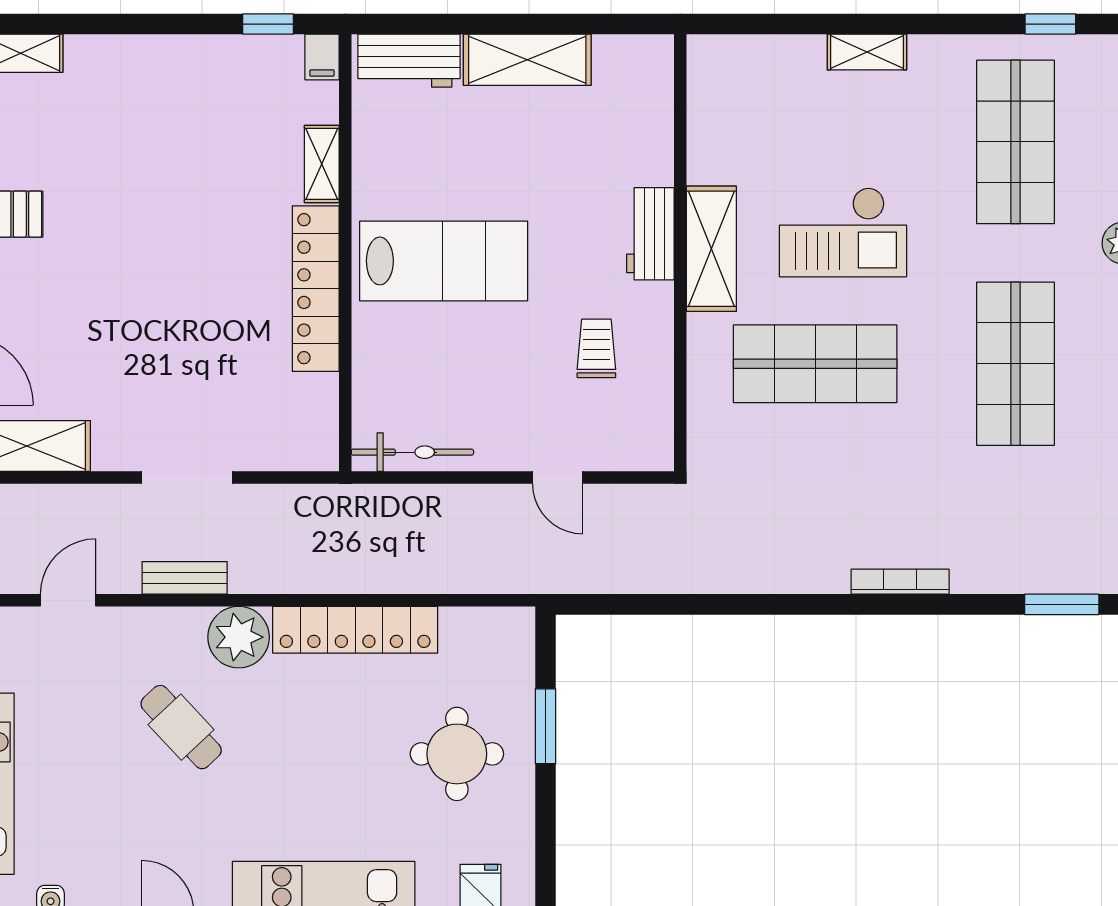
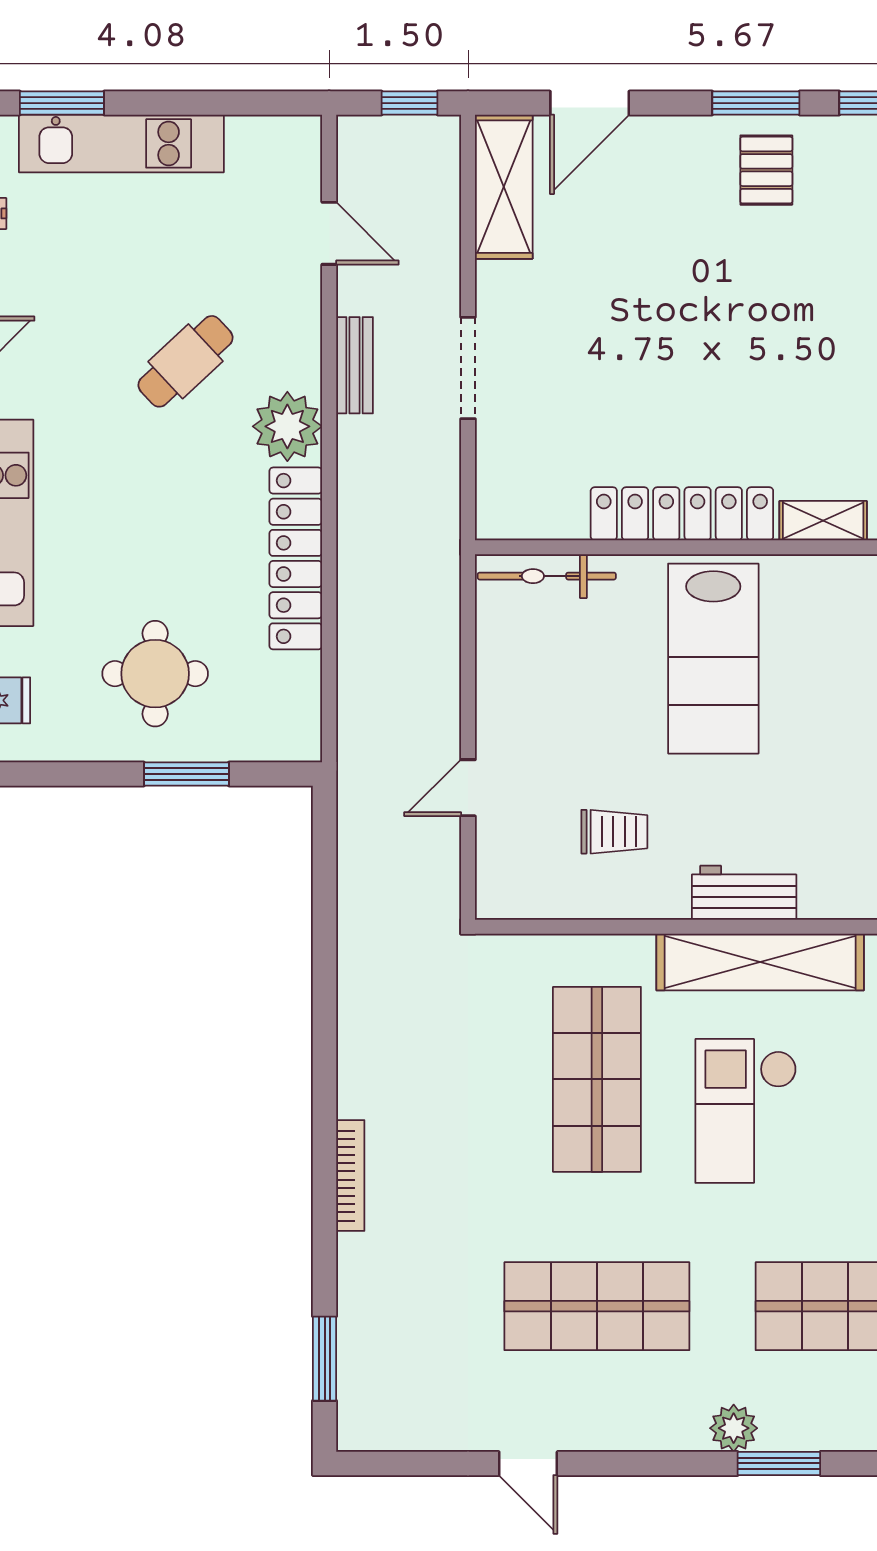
shelving: (711, 249) -> (760, 962), width x1.47
bicycle: (412, 452) -> (547, 576), moved, turned 90

